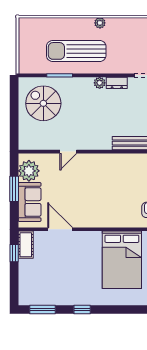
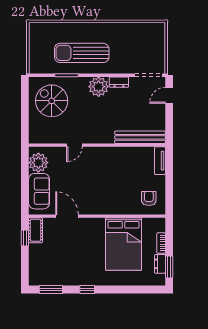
plant: (100, 23) -> (103, 27), removed
plant: (100, 83) -> (99, 87), width x1.88, depth x1.88
window: (14, 189) -> (25, 179), removed

